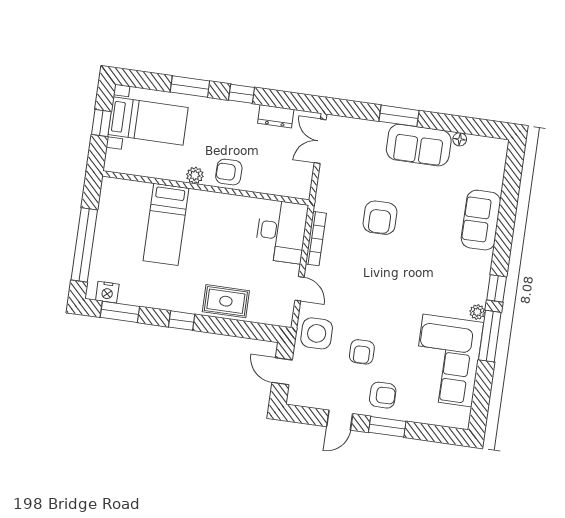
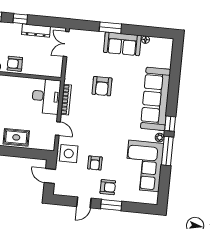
dresser: (276, 116) -> (36, 30), width x1.44
sofa: (481, 220) -> (156, 99), width x1.85, depth x1.27

